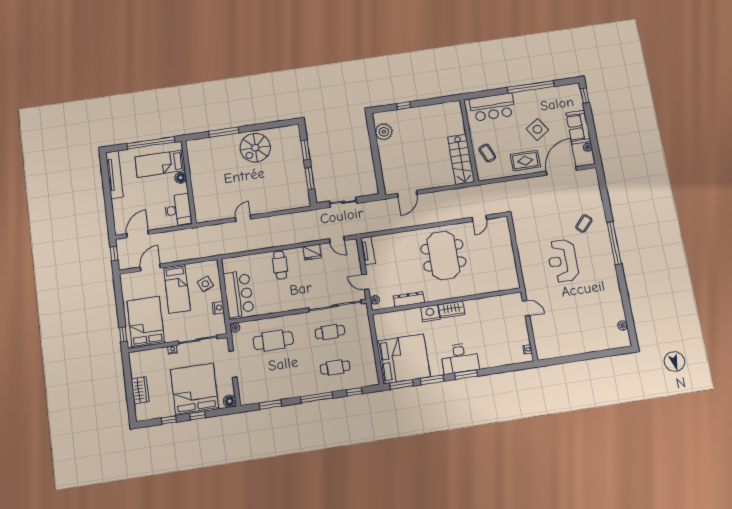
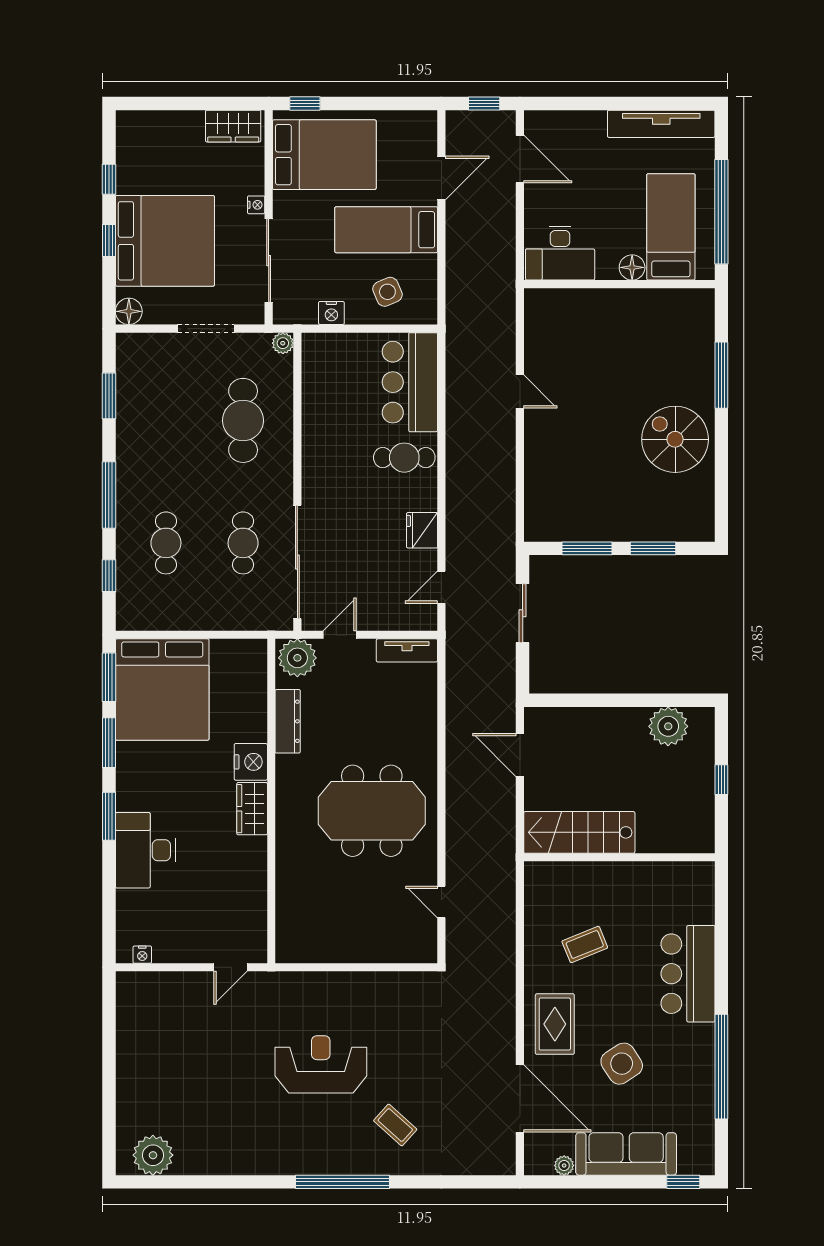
sofa: (578, 127) -> (626, 1154), width x1.36
wall: (469, 141) -> (619, 857), moved
stairs: (461, 159) -> (579, 832), moved
door: (150, 268) -> (441, 178), hinge flipped
bar counter: (239, 294) -> (410, 382), moved, turned 90
plant: (375, 300) -> (297, 658), width x1.88, depth x1.88
plant: (623, 326) -> (153, 1155), width x1.88, depth x1.88
desk: (460, 358) -> (145, 850), moved
wardrobe: (140, 390) -> (233, 126), moved

